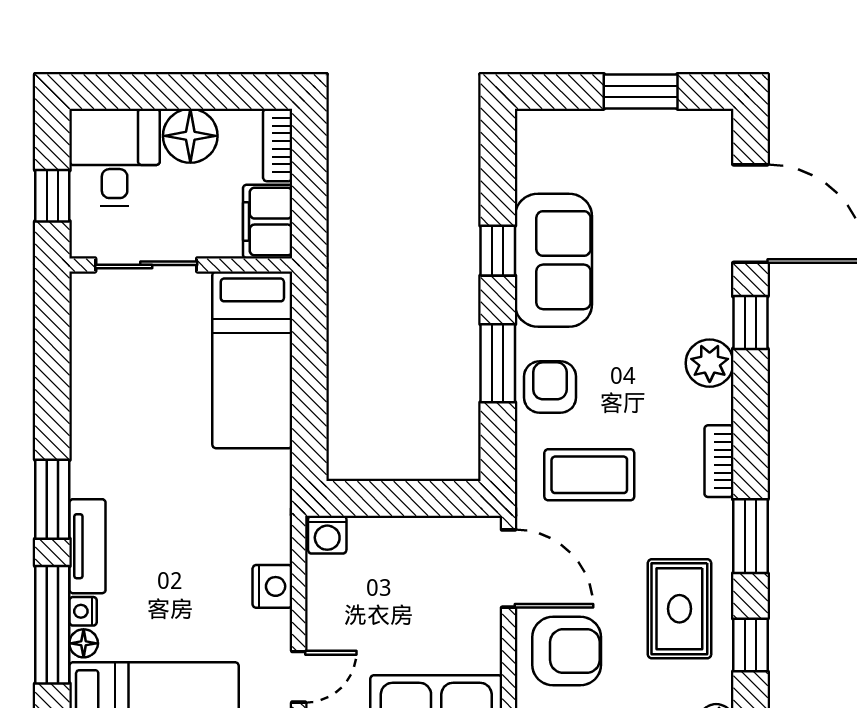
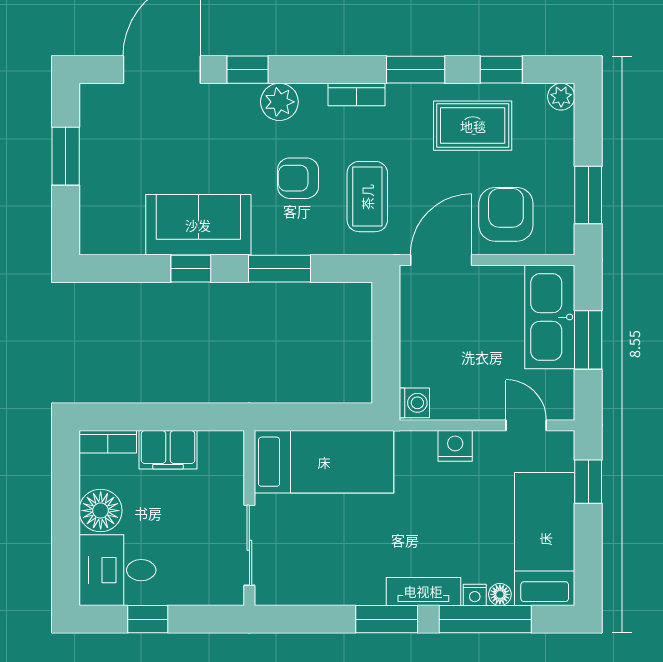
sliding door: (146, 265) -> (249, 545), moved
wall: (181, 265) -> (249, 518), moved
bed: (252, 360) -> (324, 462), moved
armchair: (550, 387) -> (298, 178), moved

